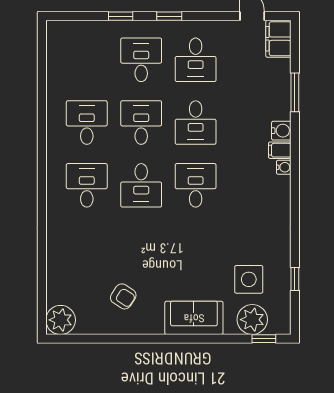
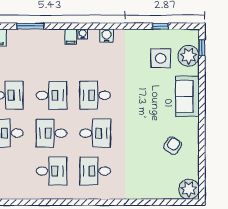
desk: (87, 123) -> (51, 171), turned 180
water cooler: (281, 131) -> (106, 36), moved

